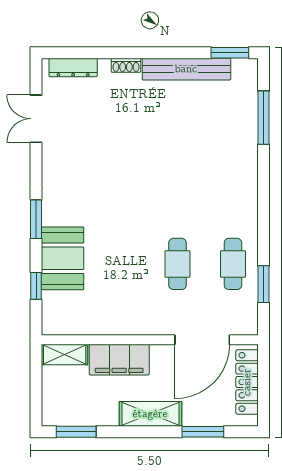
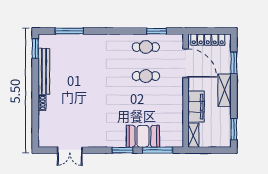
dresser: (73, 67) -> (43, 131), removed
window: (36, 286) -> (157, 150), width x2.17

